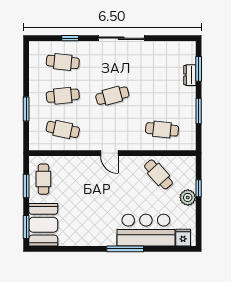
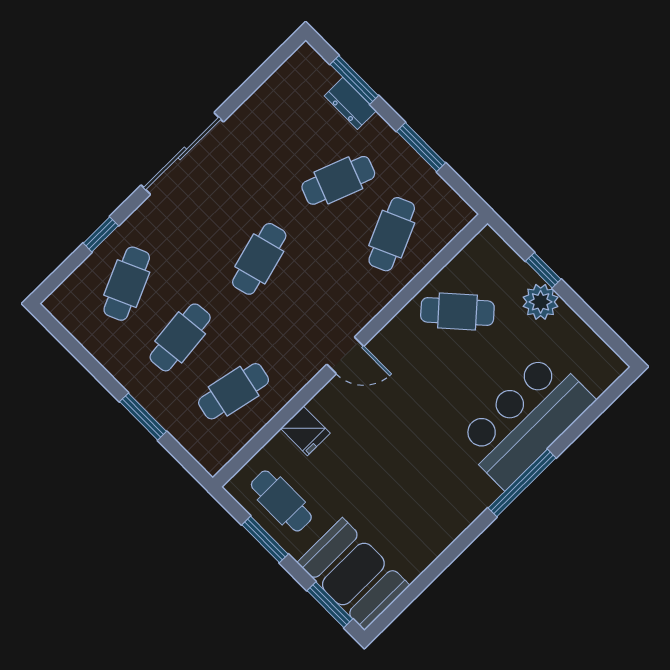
cafe table: (63, 62) -> (127, 284), turned -30
cafe table: (162, 96) -> (338, 180), added
cafe table: (162, 129) -> (392, 234), turned -30
fridge: (183, 238) -> (305, 431), moved, turned 180

